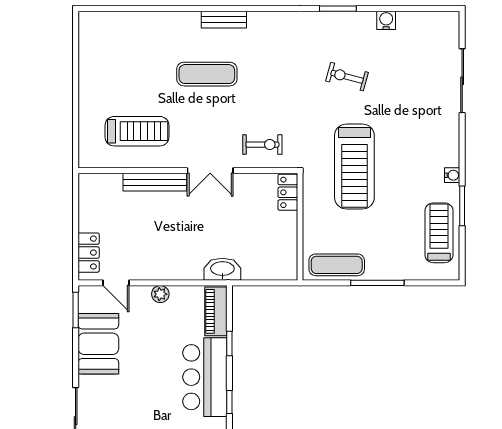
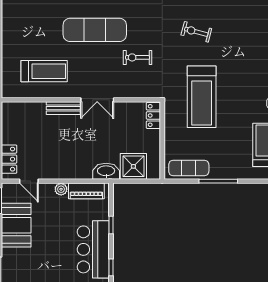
exercise mat: (207, 74) -> (95, 30), width x1.36, depth x1.45
exercise bike: (262, 145) -> (137, 57), moved, turned 180
bench: (155, 182) -> (63, 108), width x0.73
shower: (260, 263) -> (133, 166), added
piano: (216, 311) -> (86, 191), moved, turned -90

